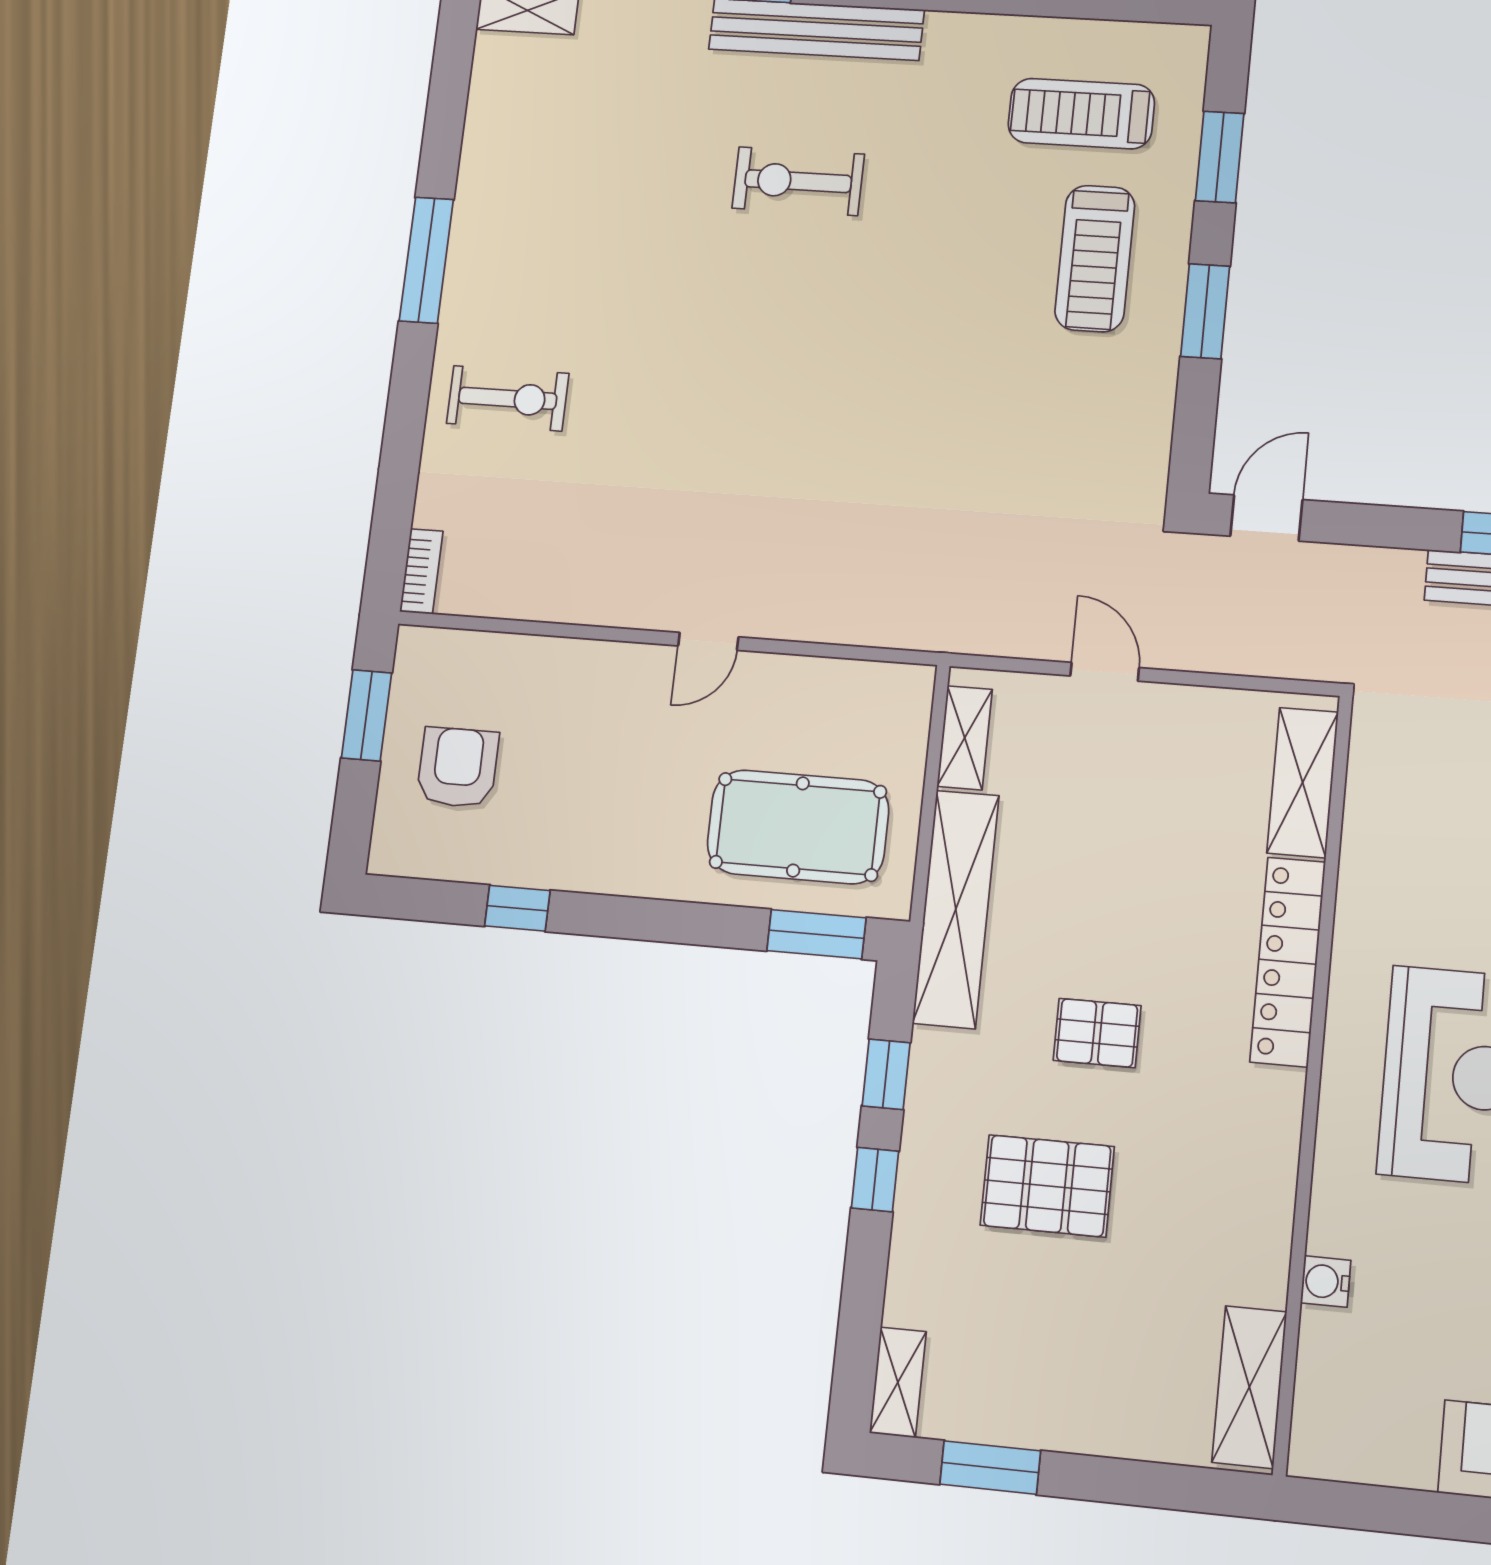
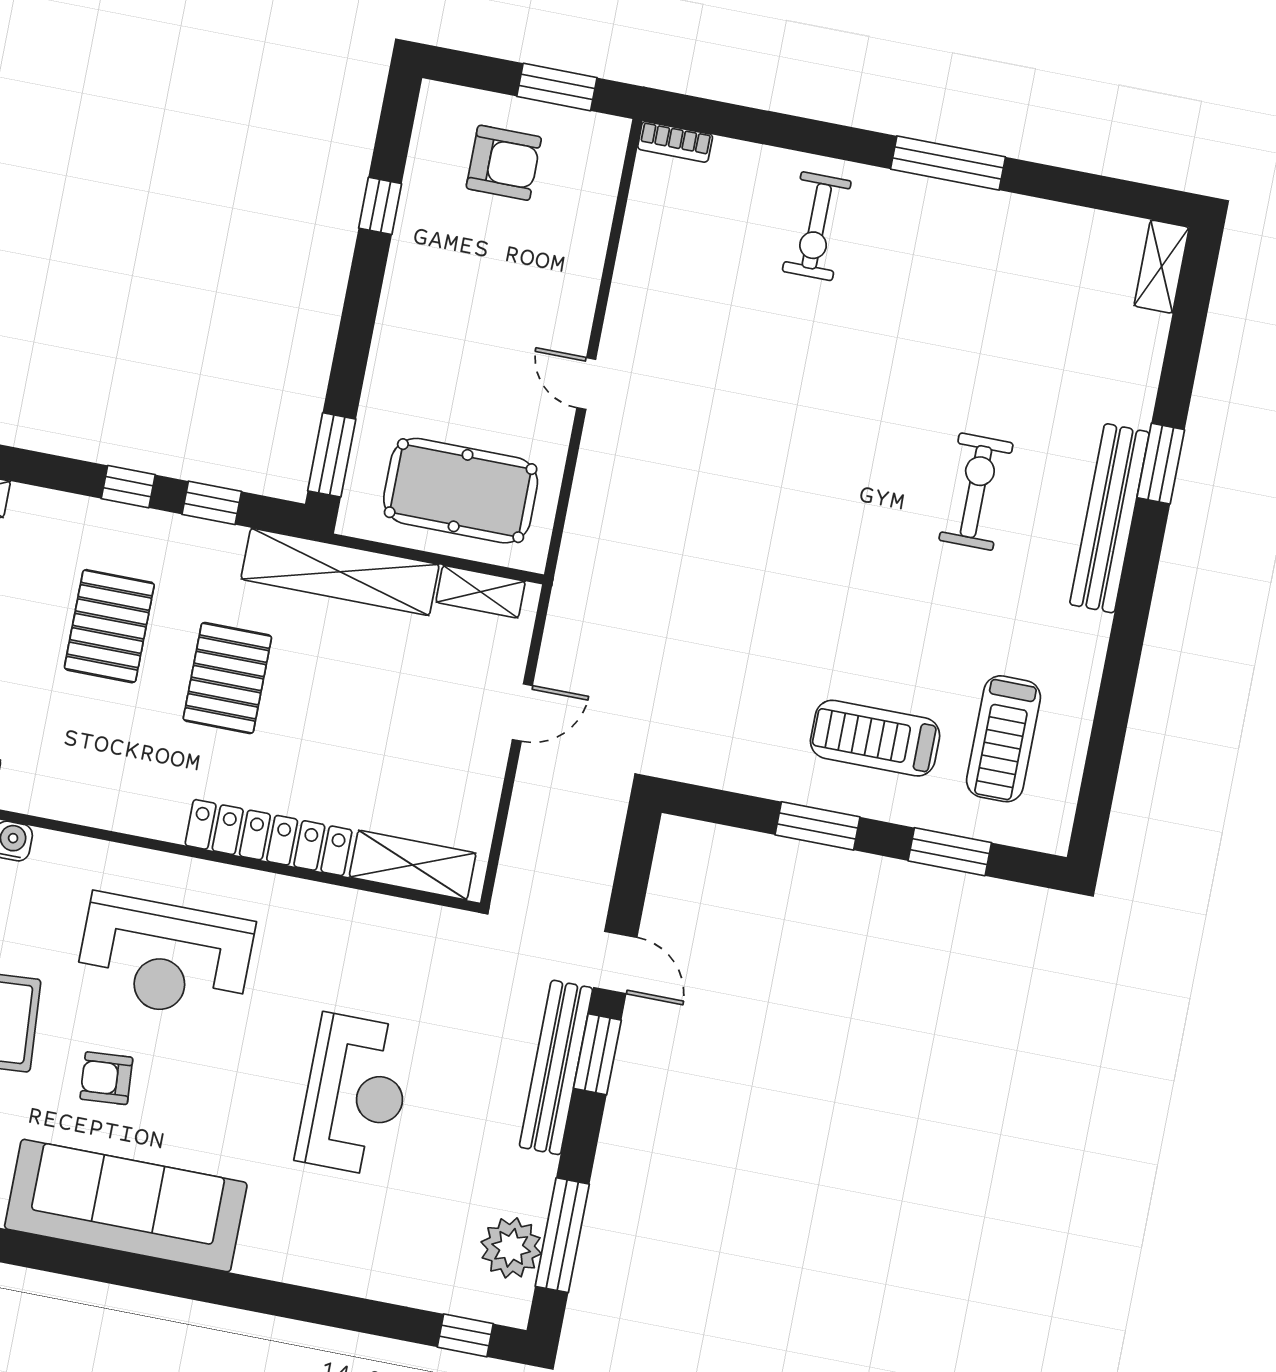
treadmill: (1081, 114) -> (1003, 739), turned 180
door: (1266, 518) -> (615, 963), moved
pool table: (798, 827) -> (461, 491), moved, turned 90
pallet: (1097, 1033) -> (227, 678), width x1.50, depth x1.42

